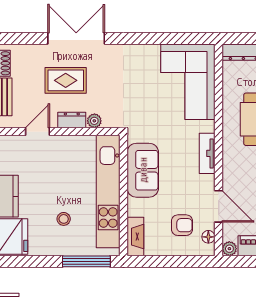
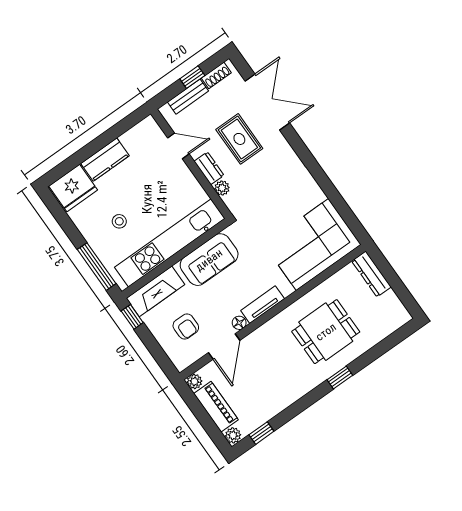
double door: (76, 38) -> (267, 102), moved
fireplace: (135, 237) -> (156, 291), width x1.37, depth x1.32
floor lamp: (208, 237) -> (239, 323), moved
window: (145, 261) -> (132, 317), added

